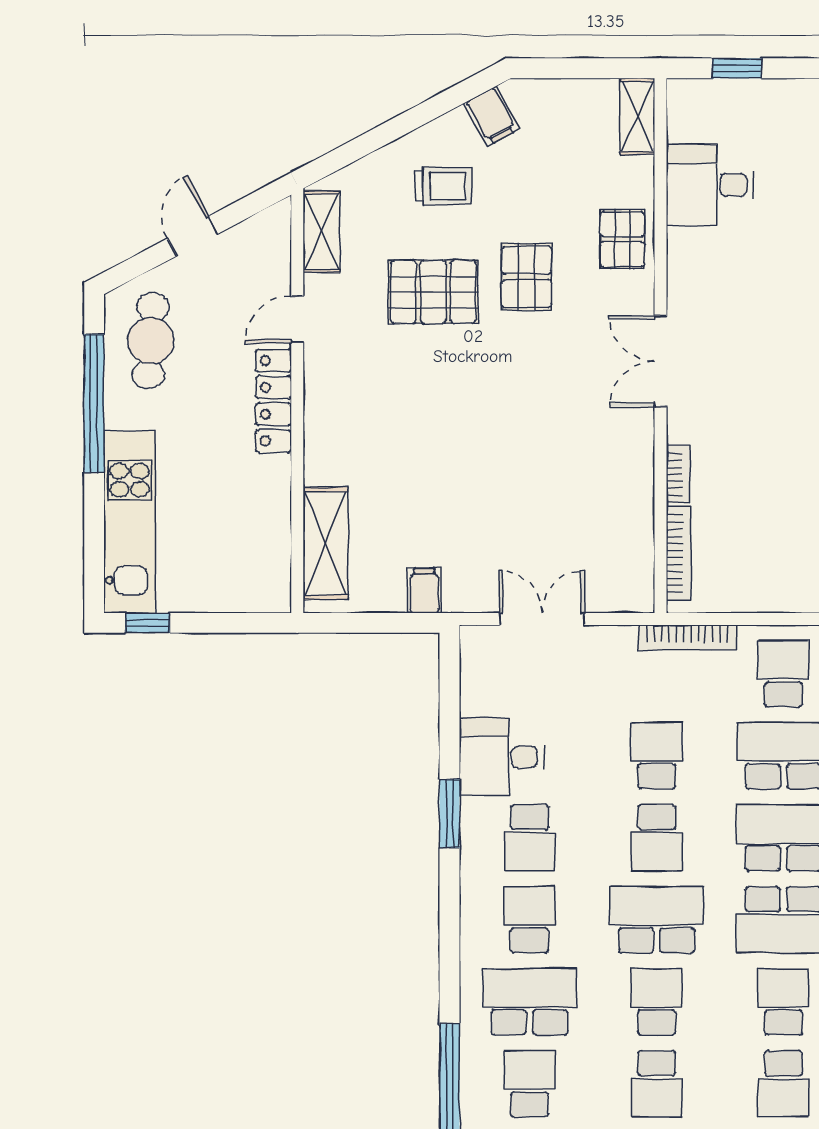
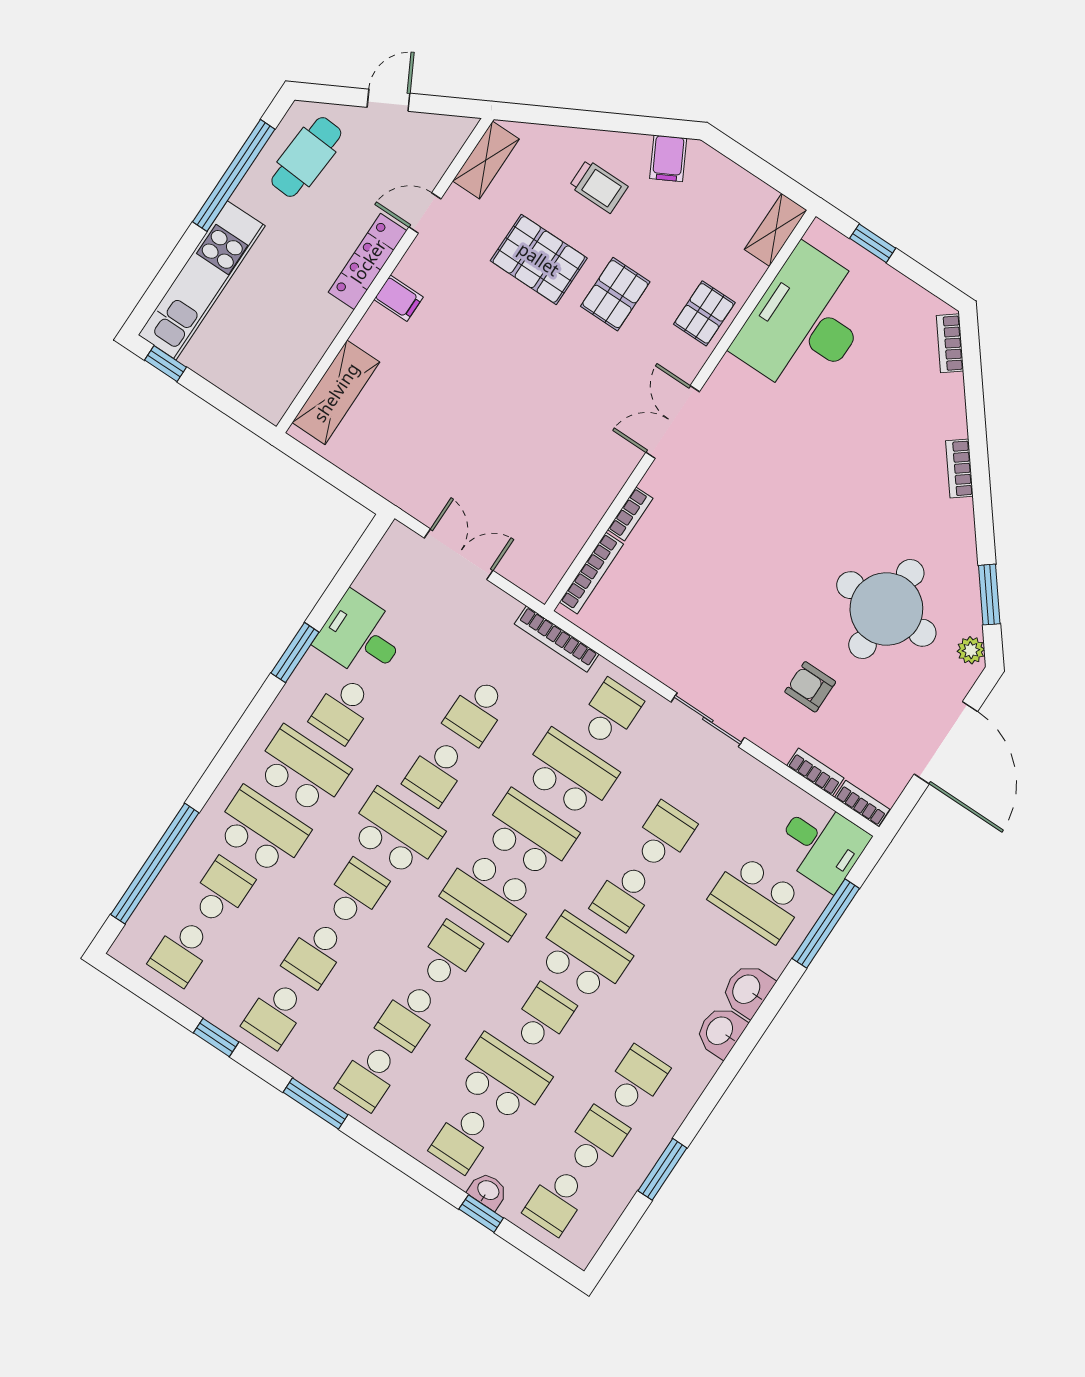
desk: (710, 185) -> (805, 322), width x1.87, depth x1.30
filing cabinet: (424, 591) -> (398, 298), moved, turned 90
school desk: (657, 756) -> (476, 711), turned 180
school desk: (530, 920) -> (302, 770), width x1.85

